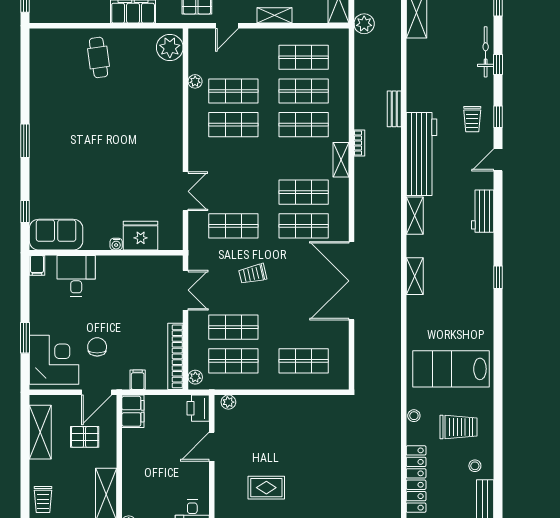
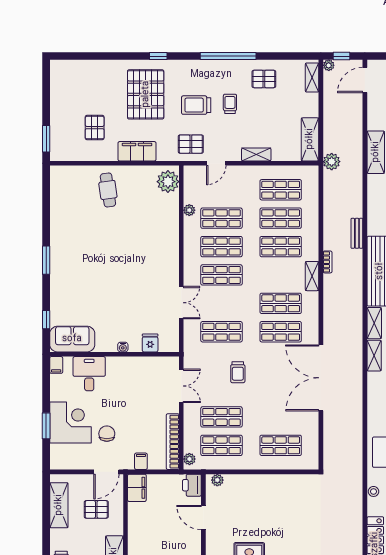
shop shelf: (233, 158) -> (221, 275), added
fridge: (141, 236) -> (150, 343), width x0.53, depth x0.75
trolley: (253, 274) -> (238, 372), turned -77
shelving: (415, 276) -> (374, 356), moved
corner desk: (54, 360) -> (70, 422), moved
door: (212, 447) -> (203, 518), hinge flipped

